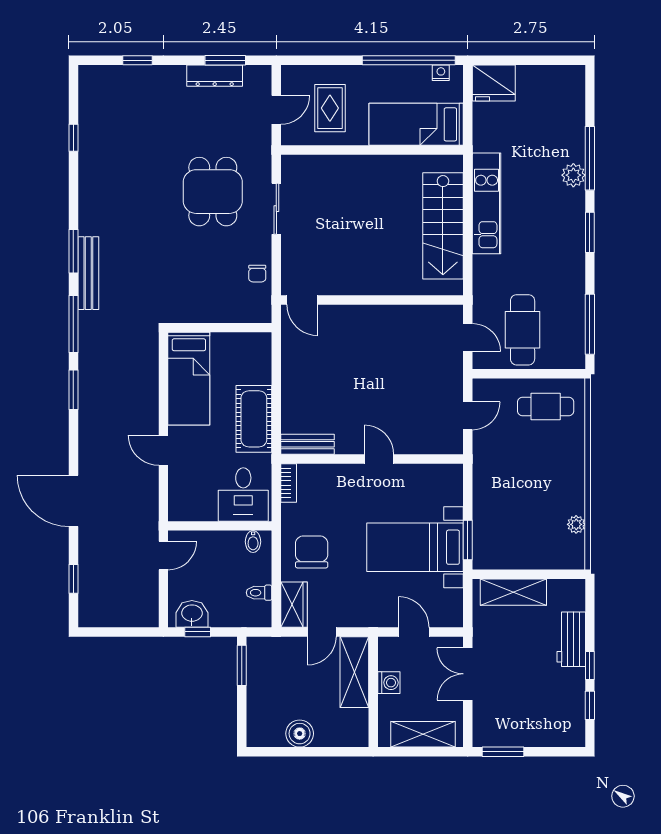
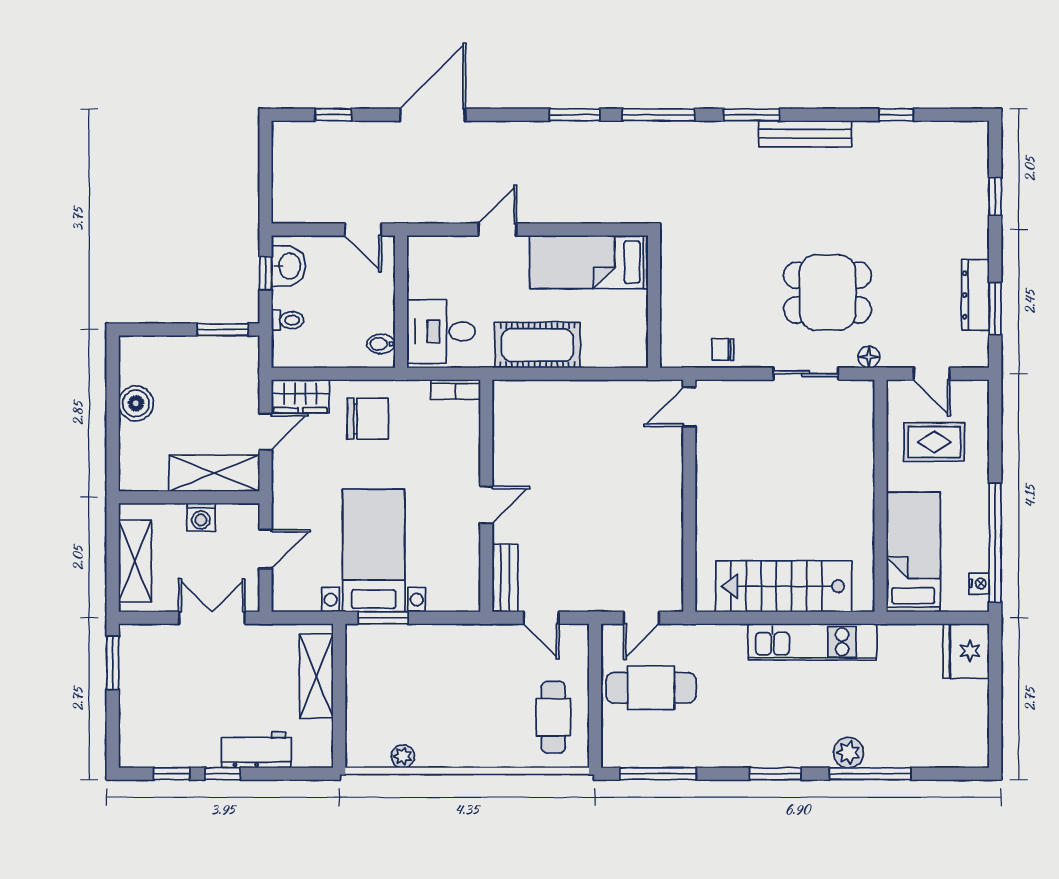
floor lamp: (263, 159) -> (869, 357), added
bench: (88, 273) -> (805, 134), moved
bench: (307, 444) -> (505, 578), moved
toilet: (259, 593) -> (288, 320), moved, turned 90
door: (322, 632) -> (266, 432), swing flipped

